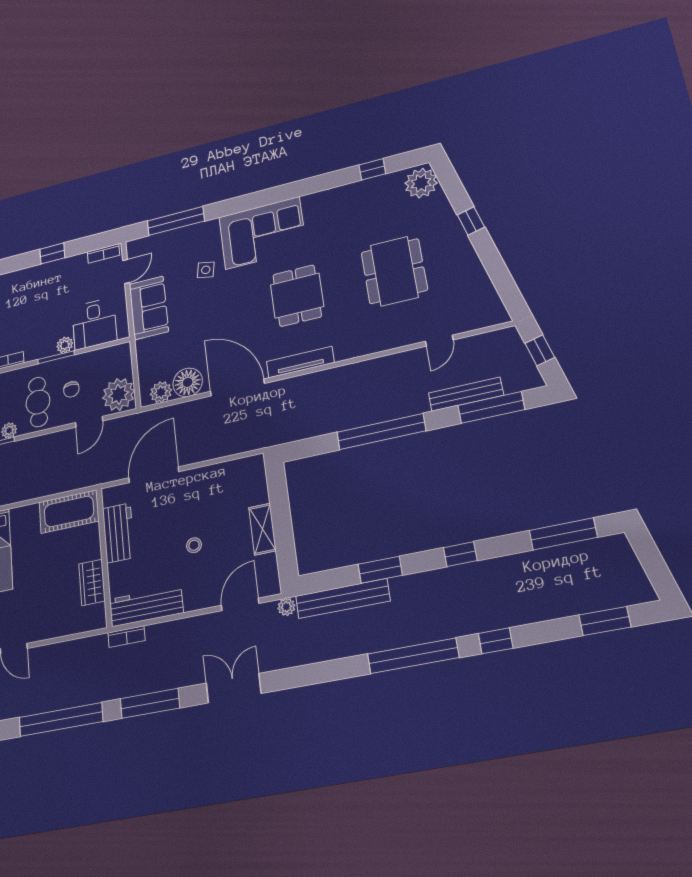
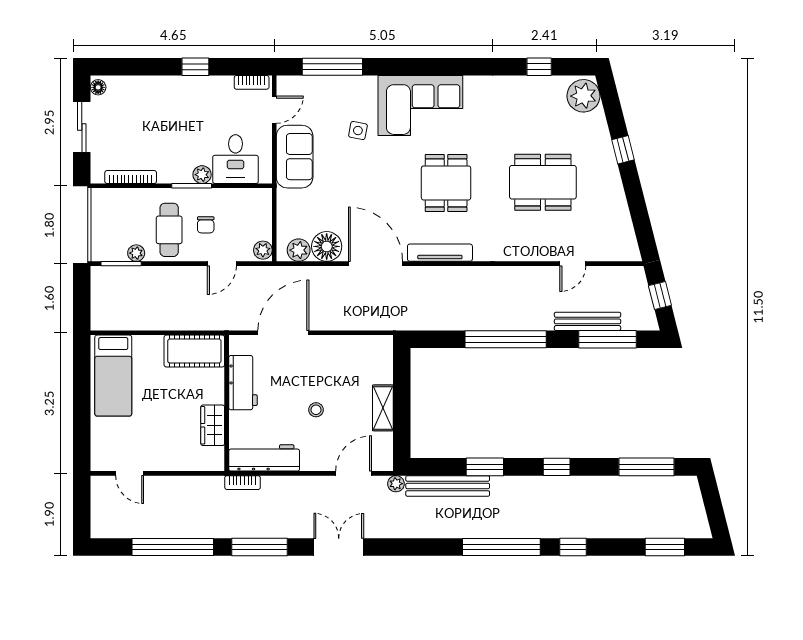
dining table: (394, 271) -> (543, 182), turned 90
plant: (119, 394) -> (263, 250), width x0.53, depth x0.53

